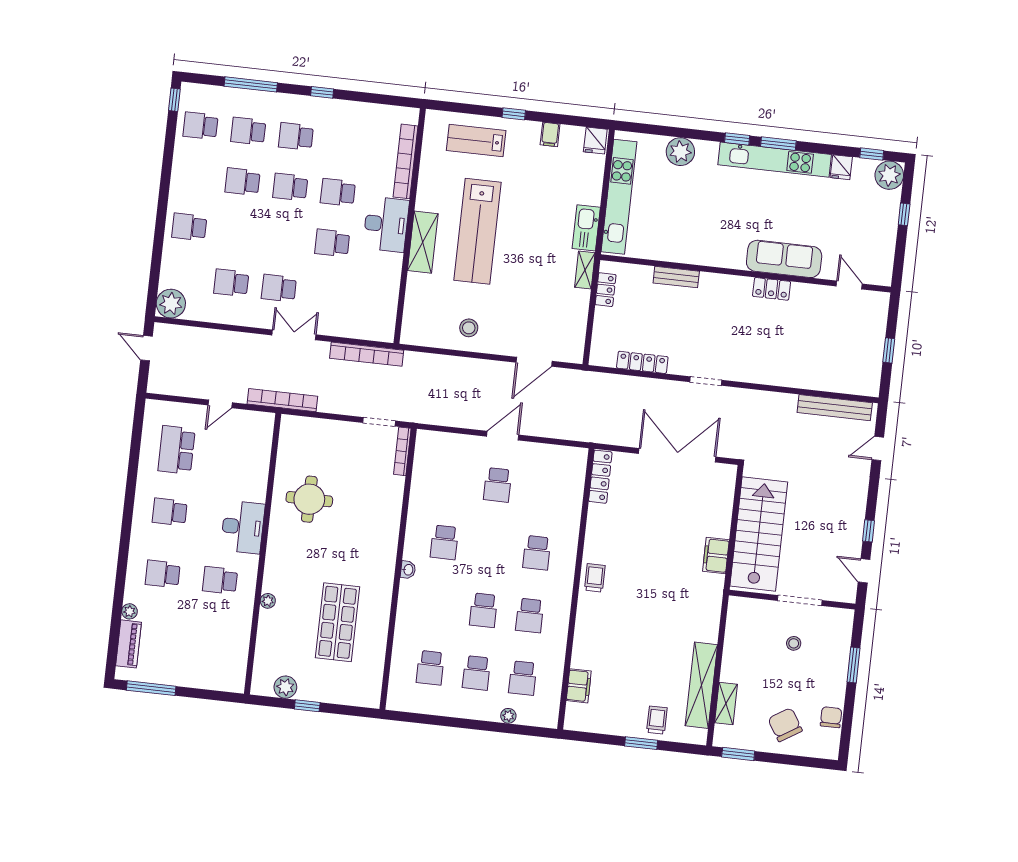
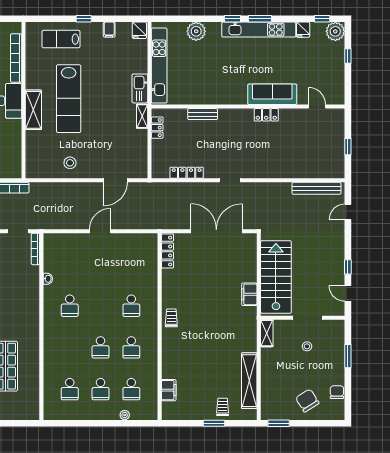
school desk: (498, 485) -> (101, 264), removed
washbasin: (408, 570) -> (48, 279), moved
shelving: (726, 703) -> (267, 333), moved

